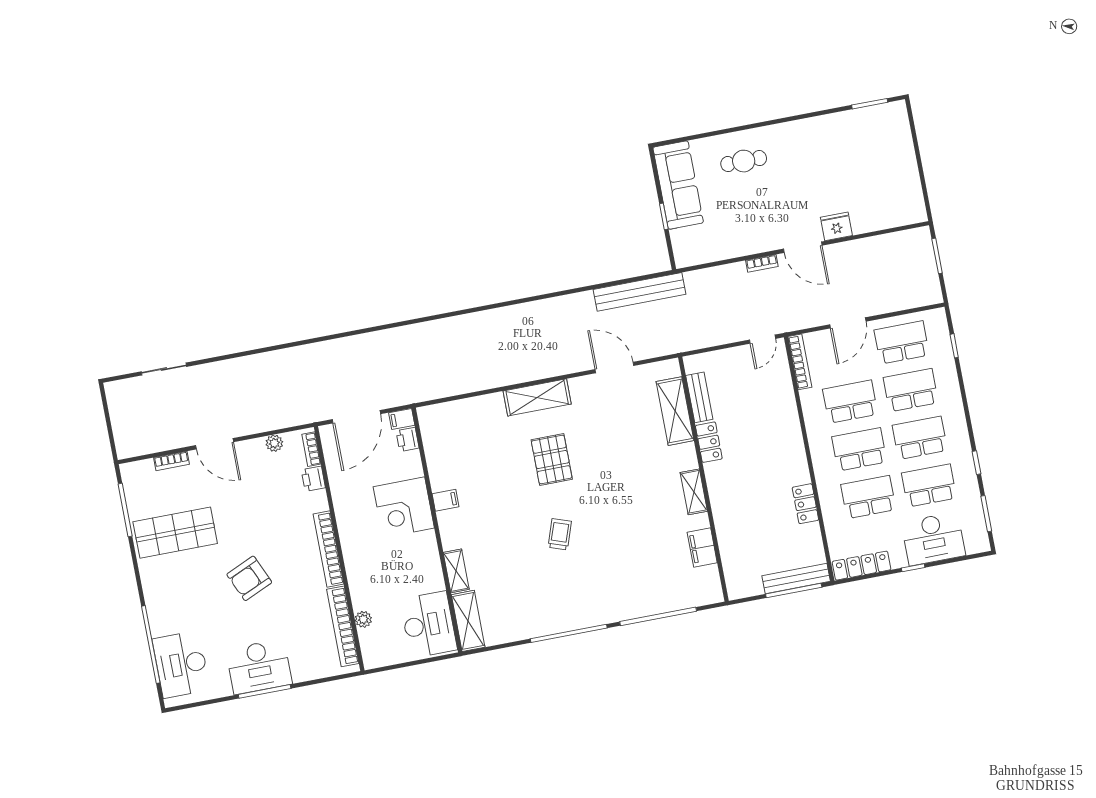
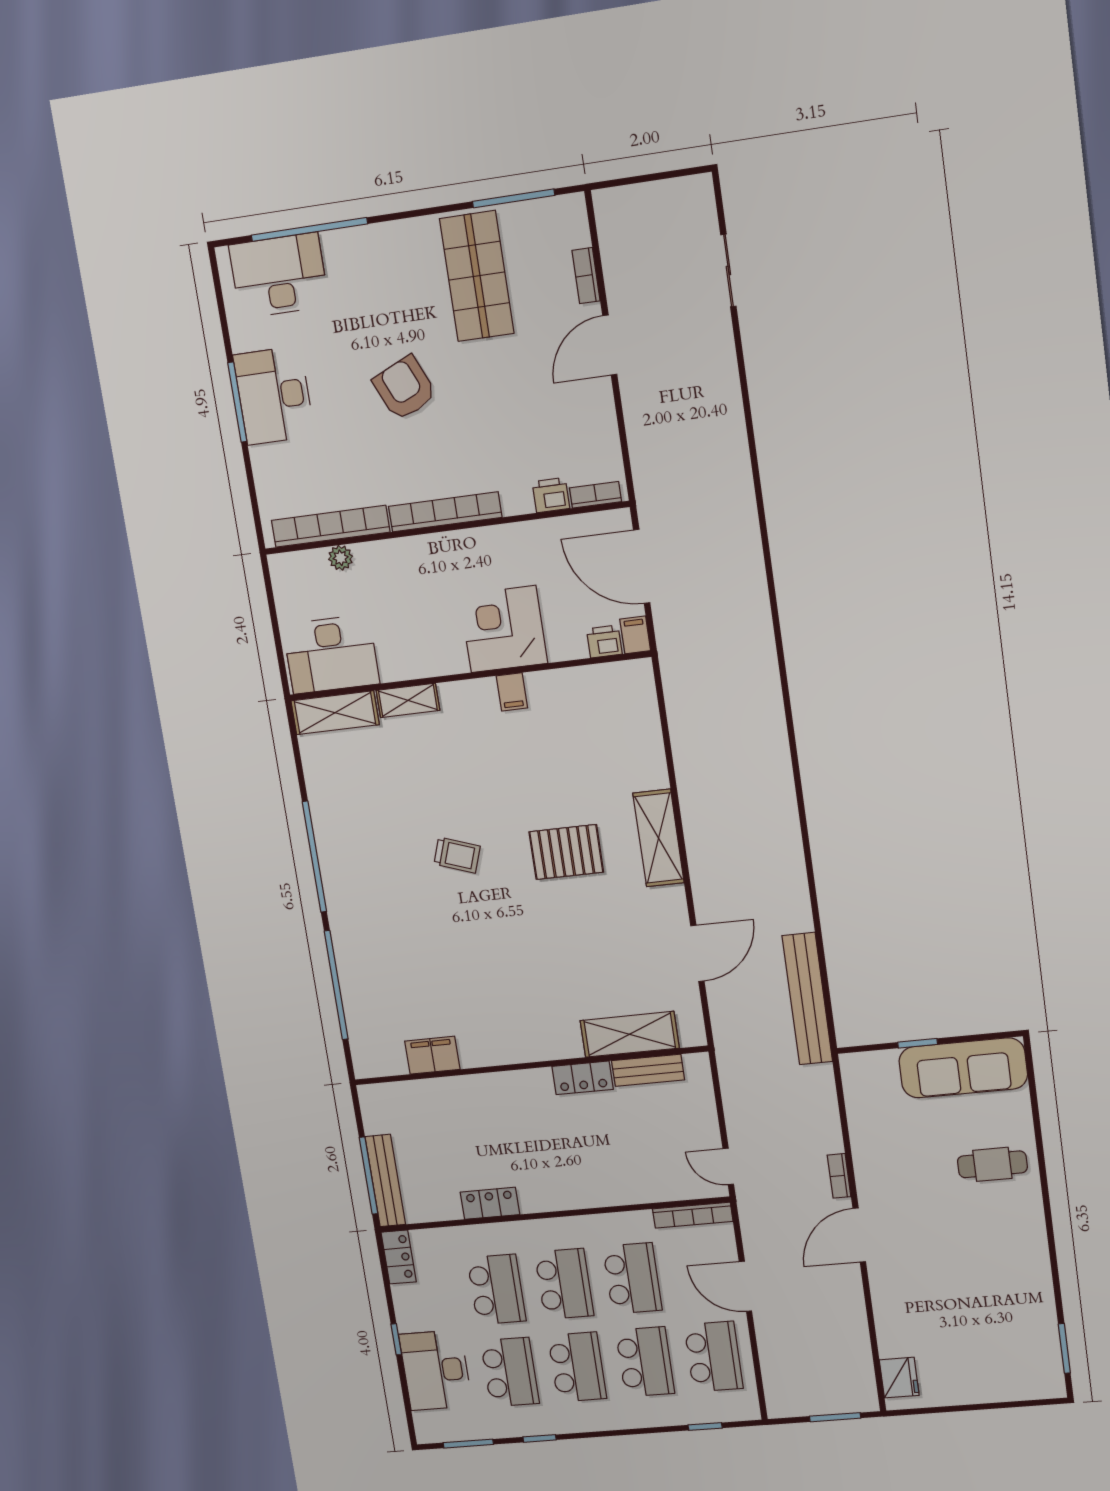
cafe table: (744, 161) -> (992, 1164), turned 90
fridge: (836, 226) -> (899, 1378), moved
plant: (274, 443) -> (607, 438), removed
shelving: (694, 492) -> (512, 1051), removed
locker: (862, 566) -> (399, 1257), width x0.66

